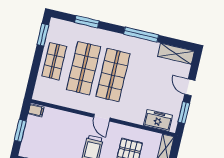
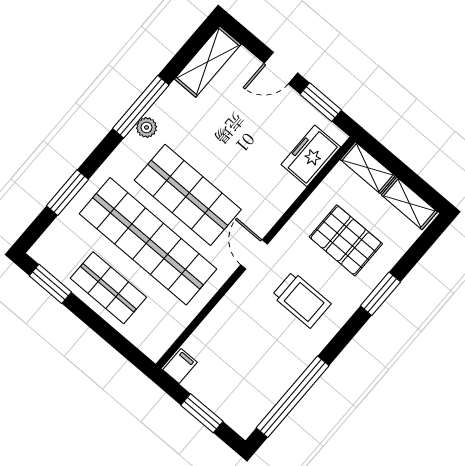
plant: (133, 42) -> (147, 127), added
shop shelf: (84, 68) -> (148, 241), width x1.40
door: (102, 118) -> (254, 254), swing flipped

